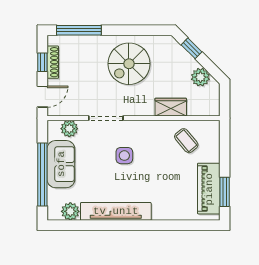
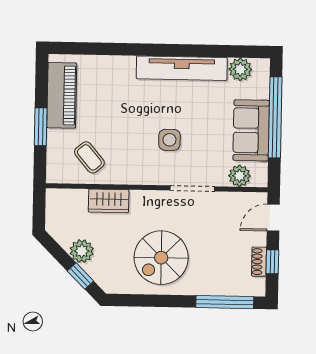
shoe rack: (53, 62) -> (259, 262), width x0.70
spiral stairs: (129, 64) -> (161, 258), turned 180
plant: (200, 77) -> (82, 251), moved
window: (225, 192) -> (41, 127), moved

